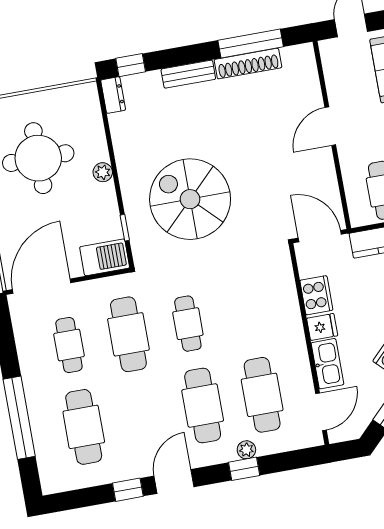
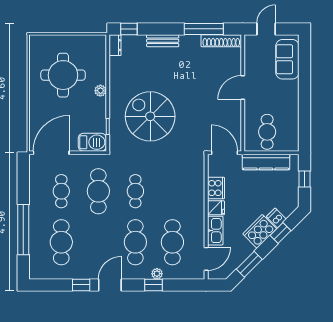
shoe rack: (248, 64) -> (221, 41), moved

